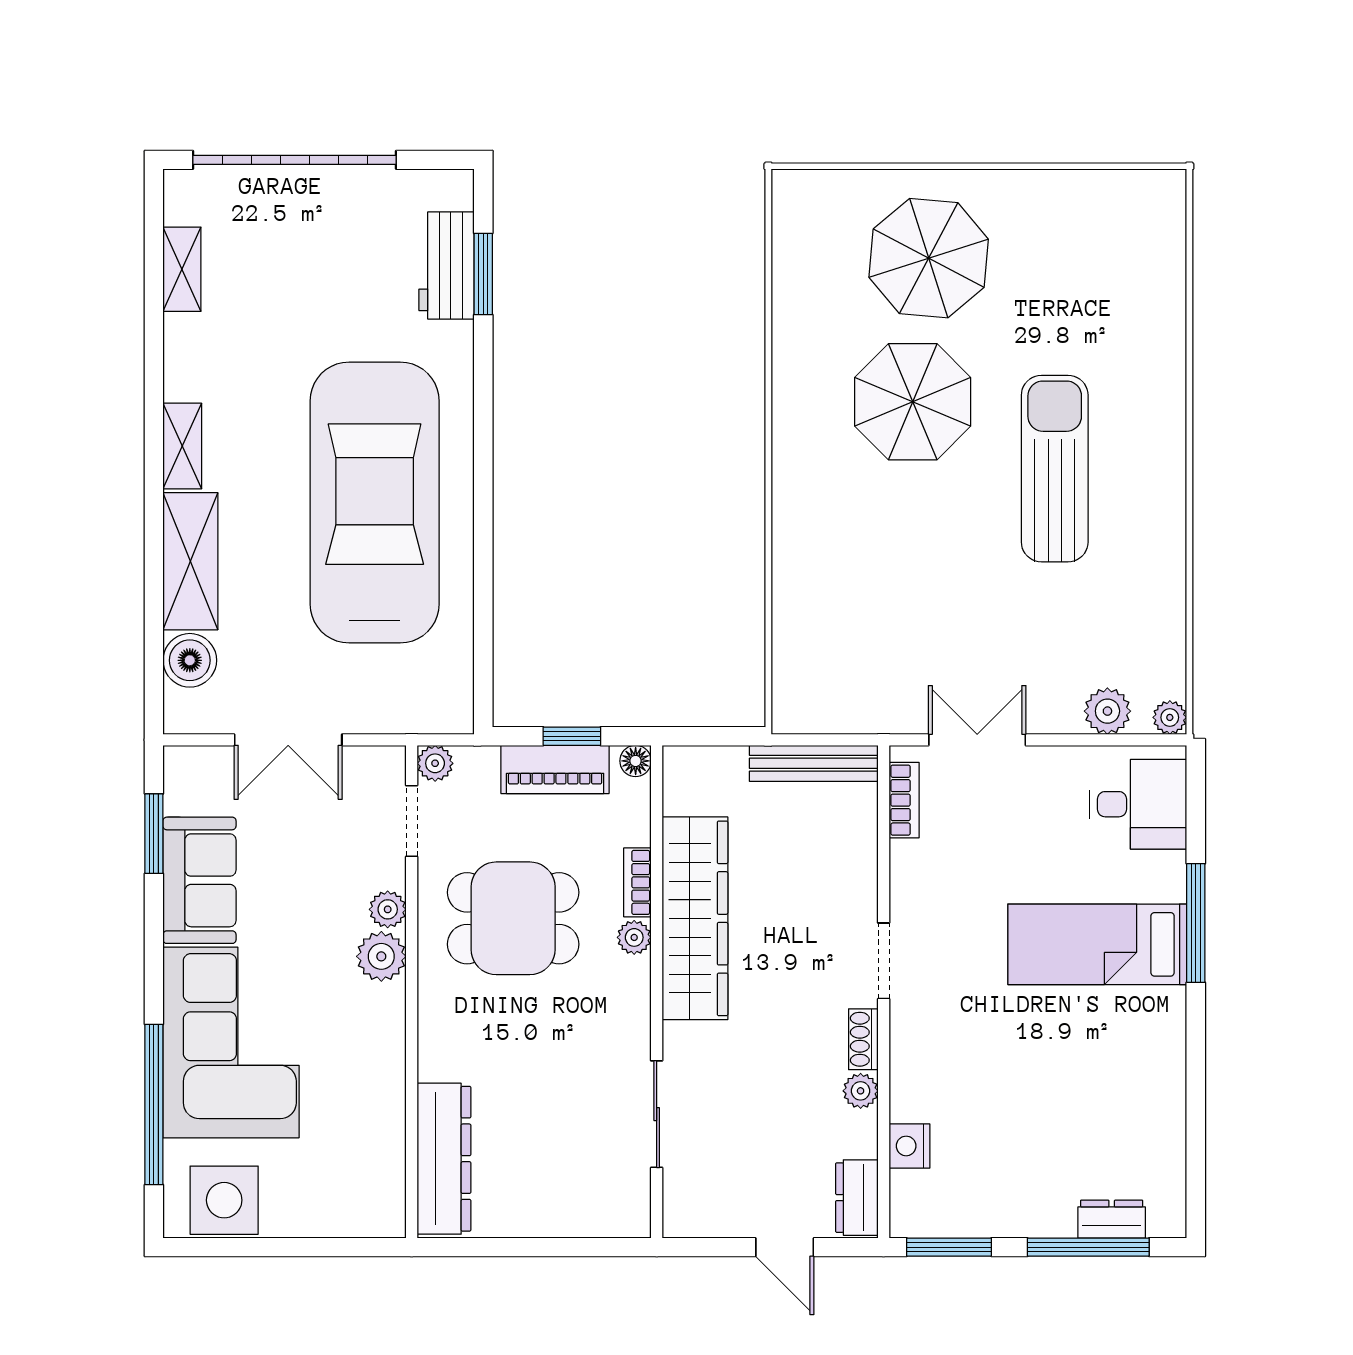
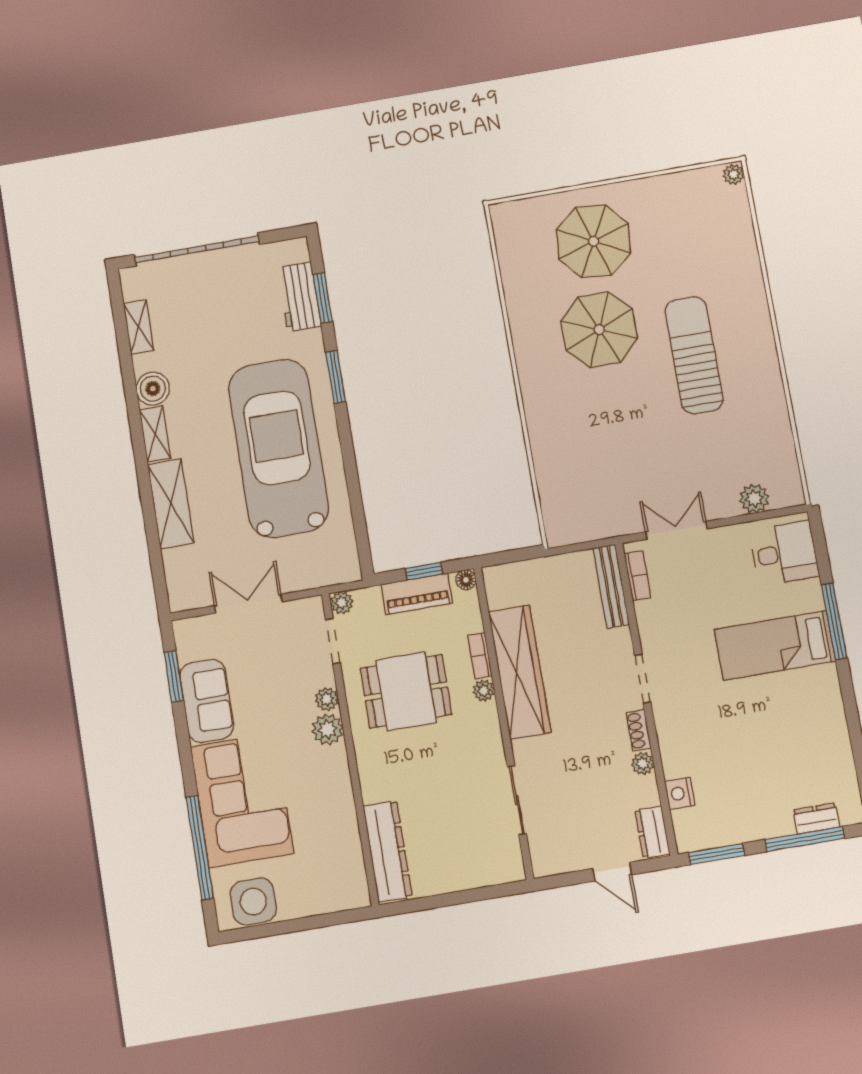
window: (483, 405) -> (336, 377), added
boiler: (190, 660) -> (153, 389), moved
plant: (1170, 717) -> (734, 174), moved
double door: (288, 740) -> (248, 604), swing flipped
bench: (814, 763) -> (611, 586), moved, turned 90

